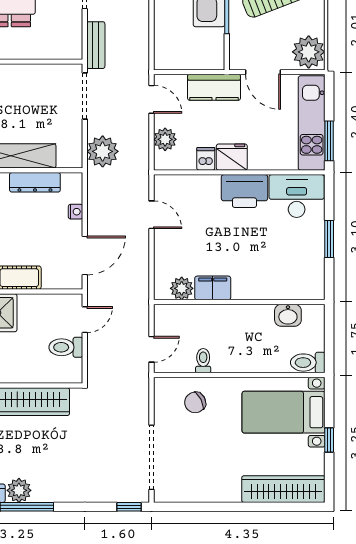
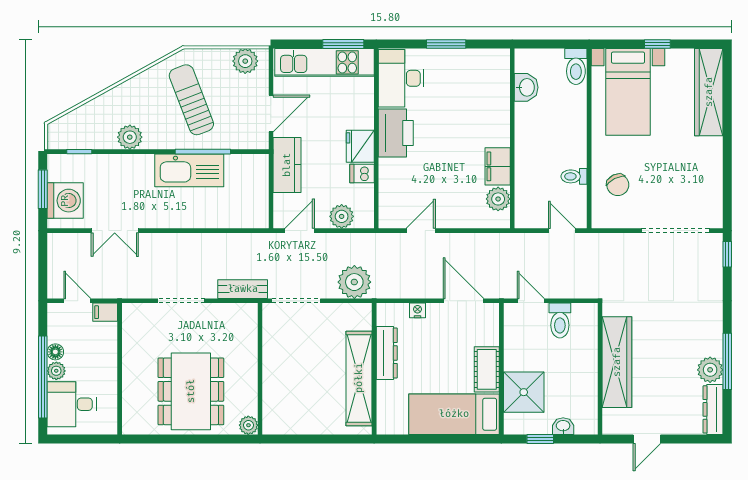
plant: (309, 52) -> (245, 61), width x0.73, depth x0.73

